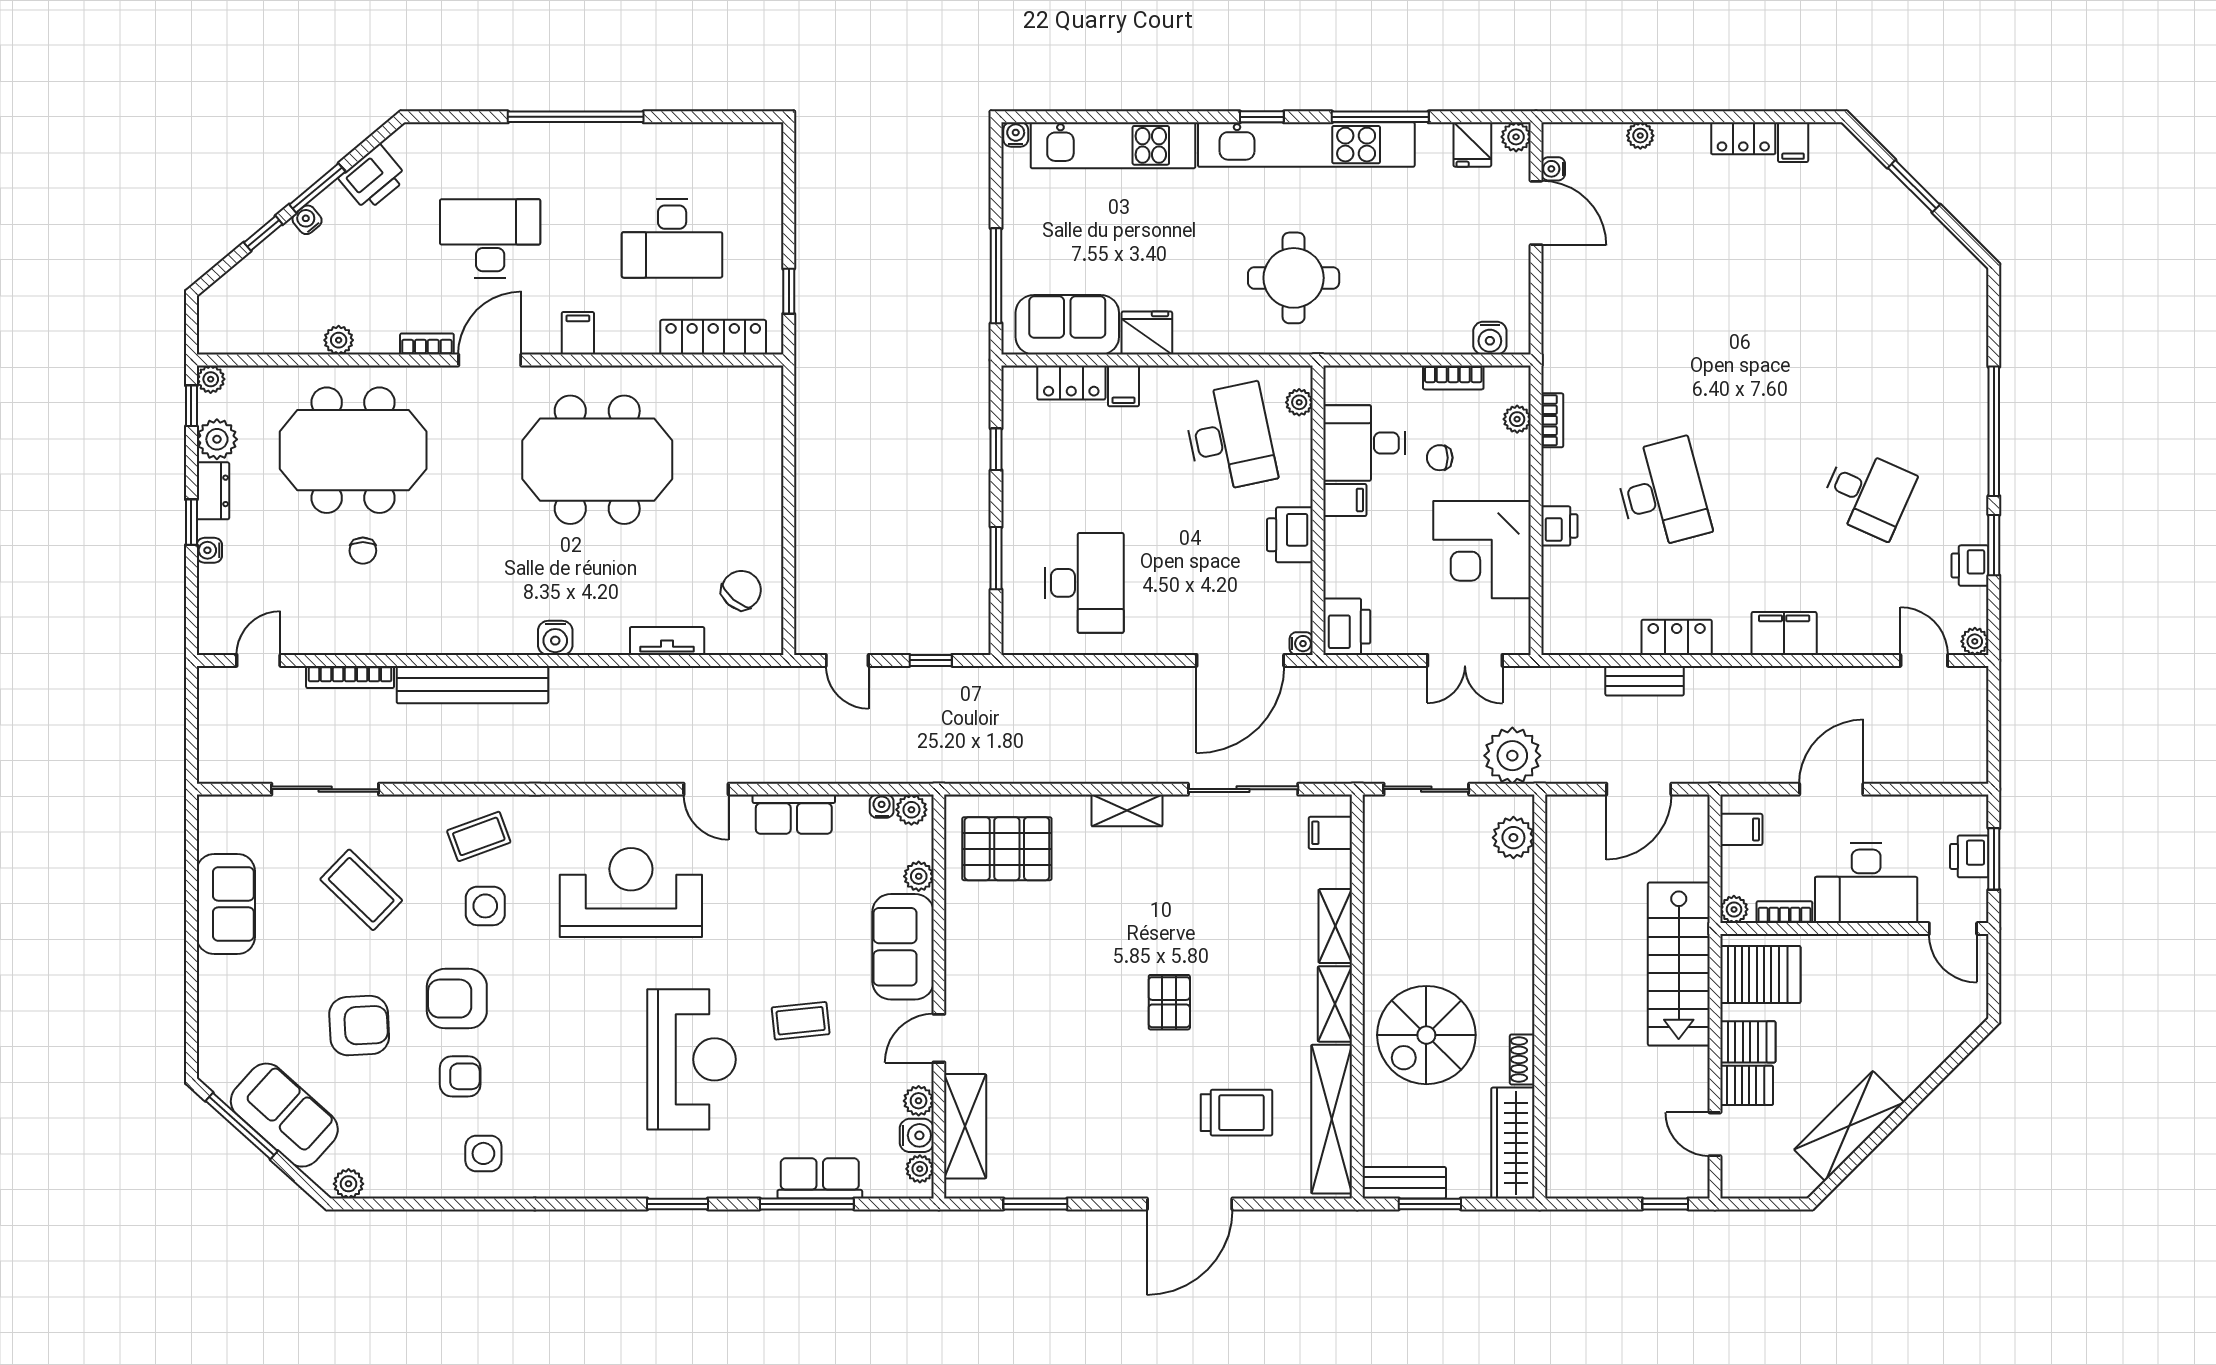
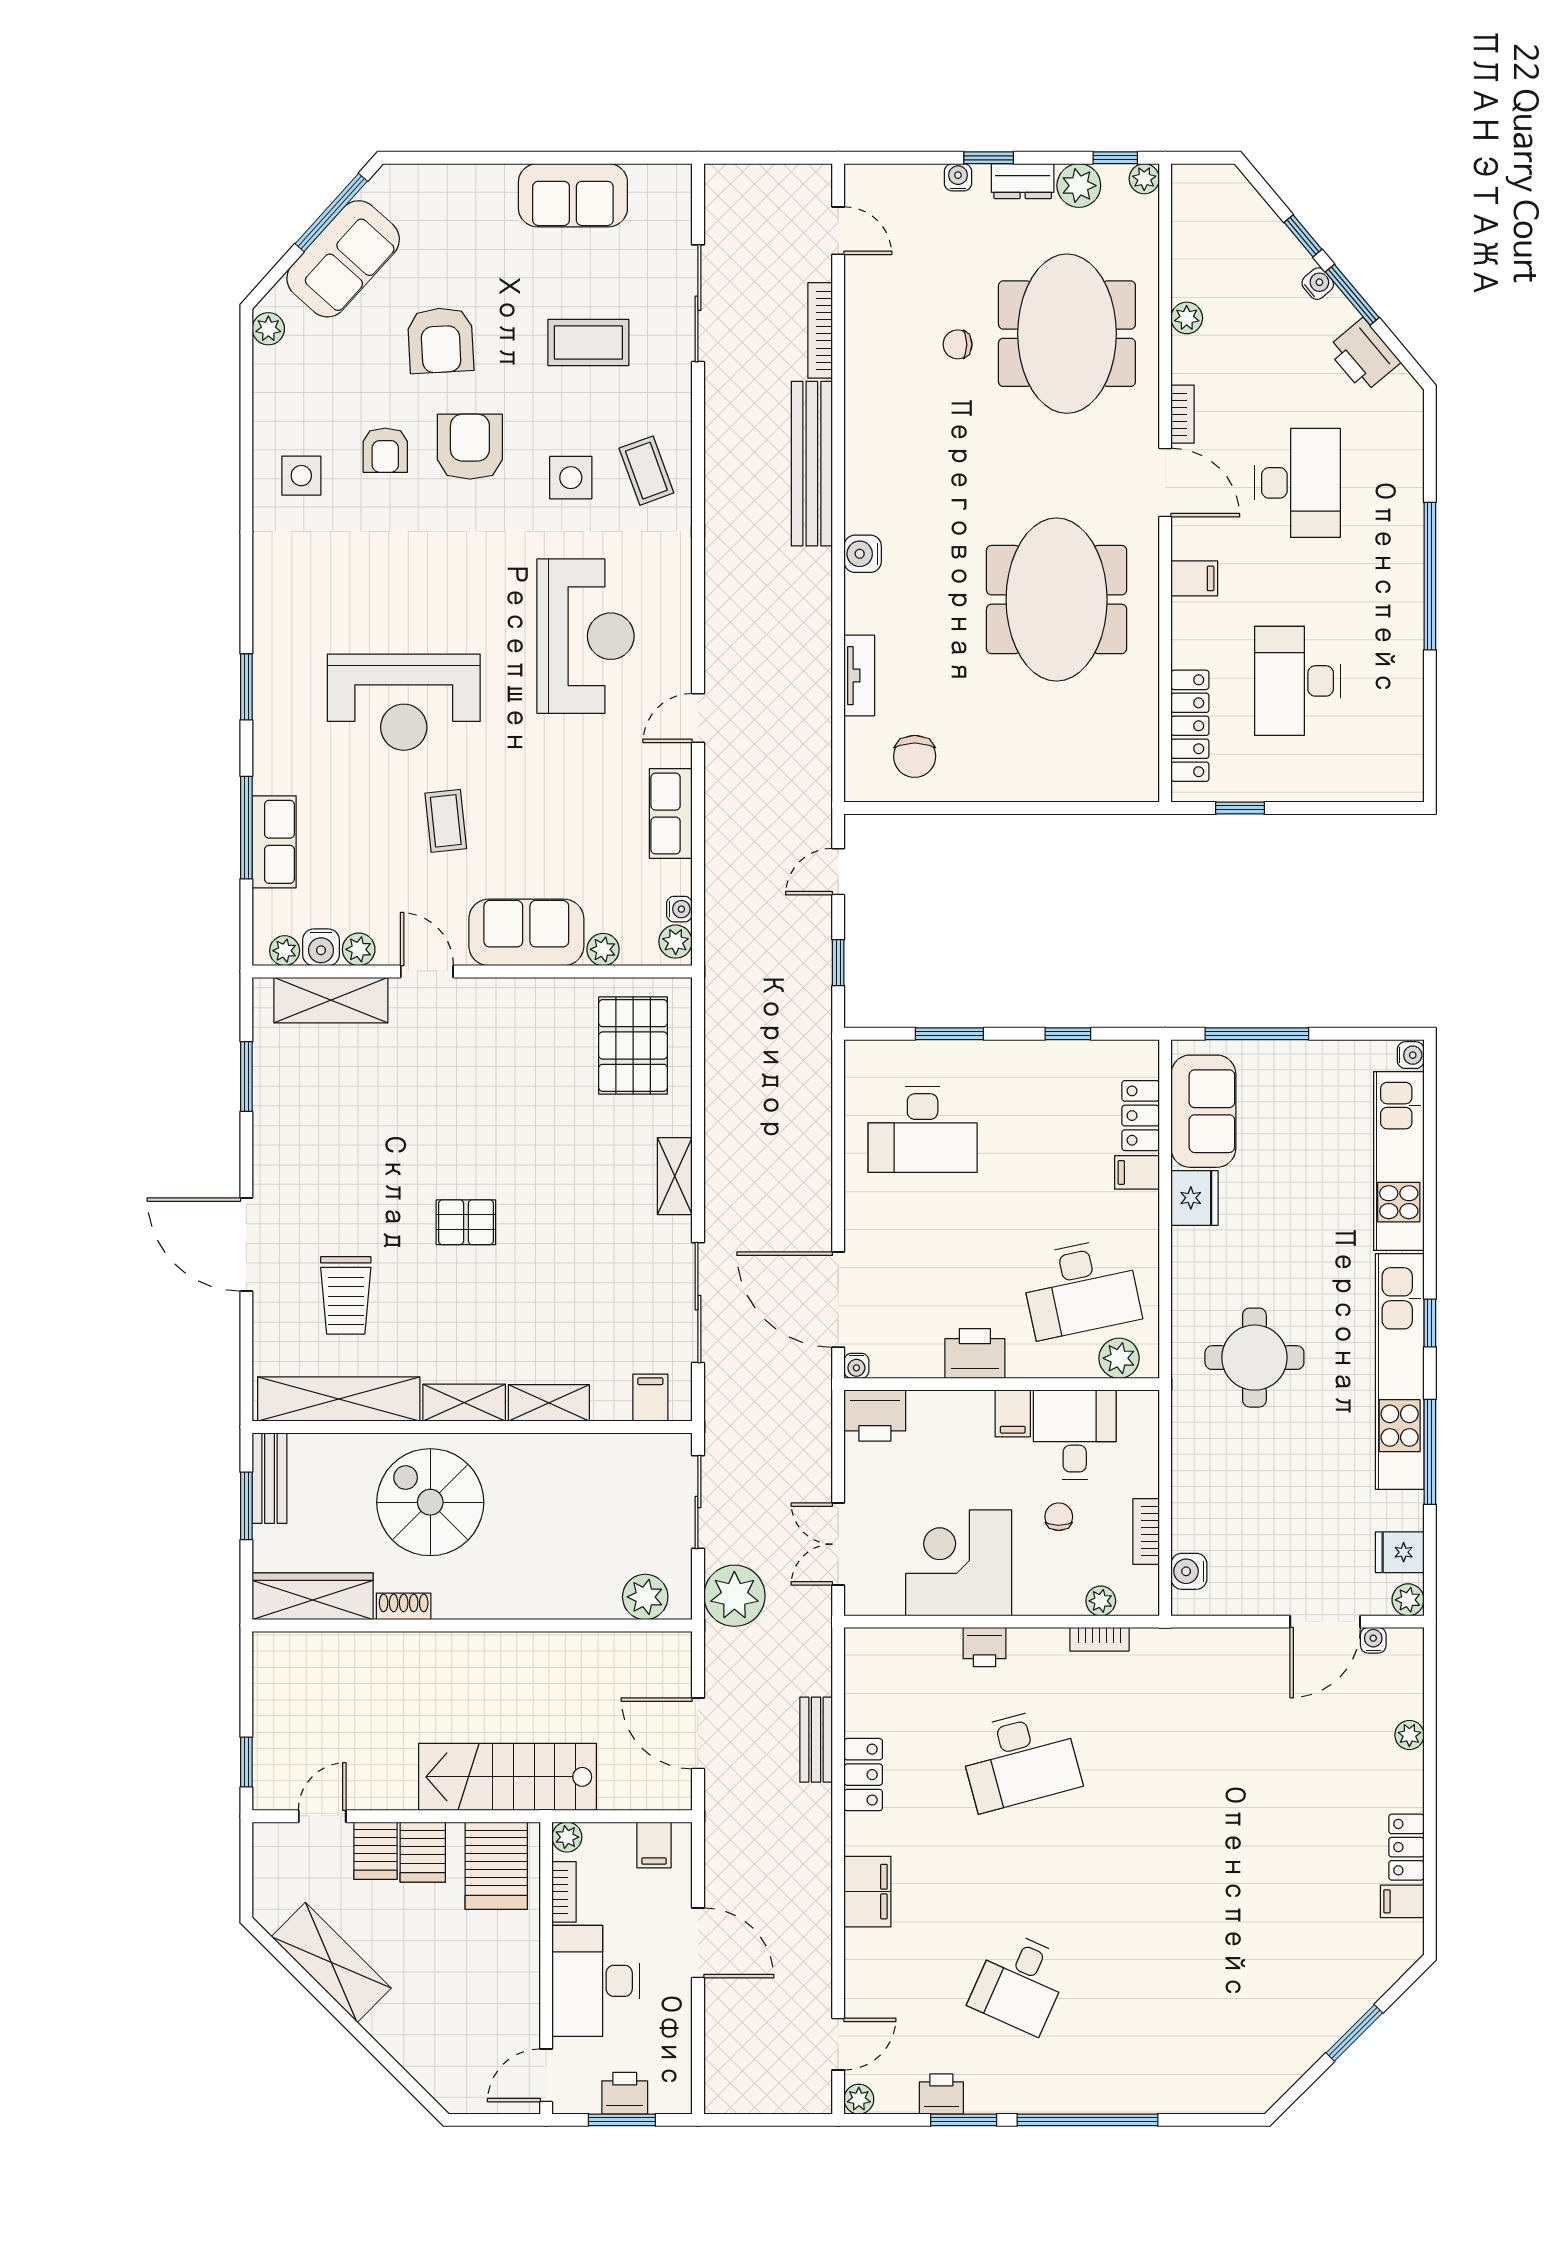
plant: (1299, 402) -> (1119, 1358), width x1.38, depth x1.38
chair: (741, 590) -> (915, 756), turned 50
coffee table: (361, 890) -> (588, 343), turned 46

